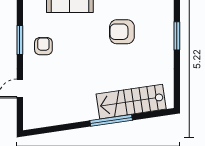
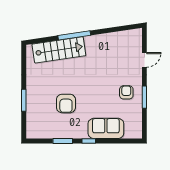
armchair: (122, 32) -> (66, 103), turned 90
armchair: (43, 46) -> (126, 92), turned 180

